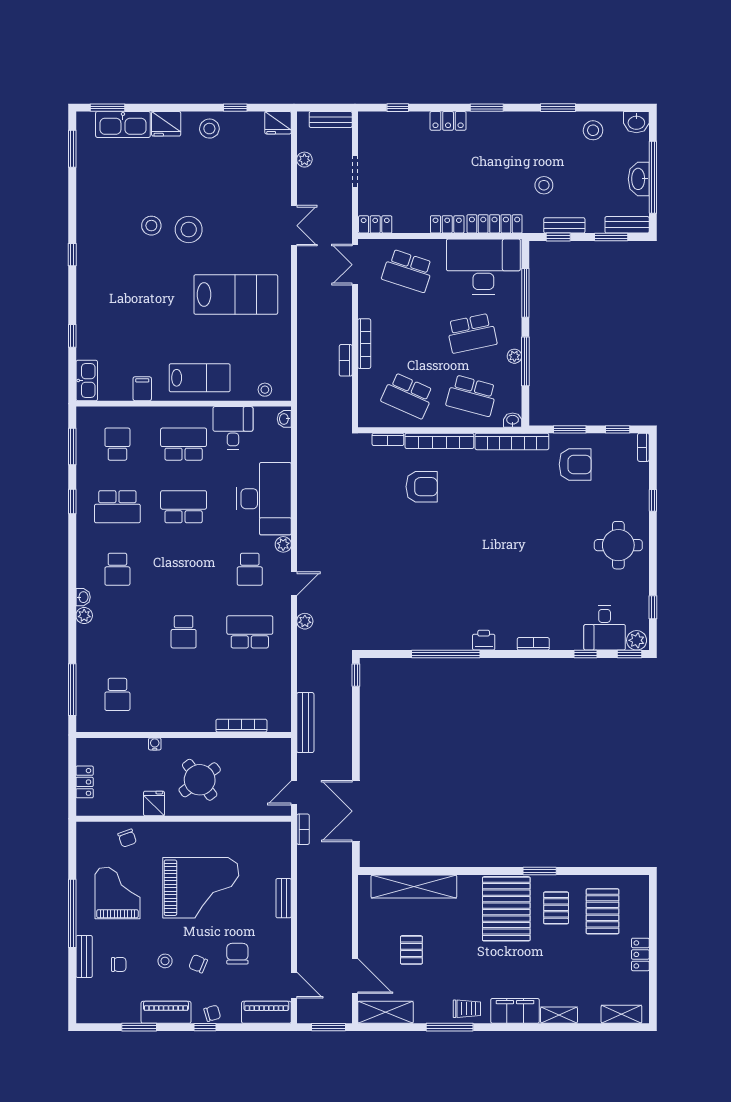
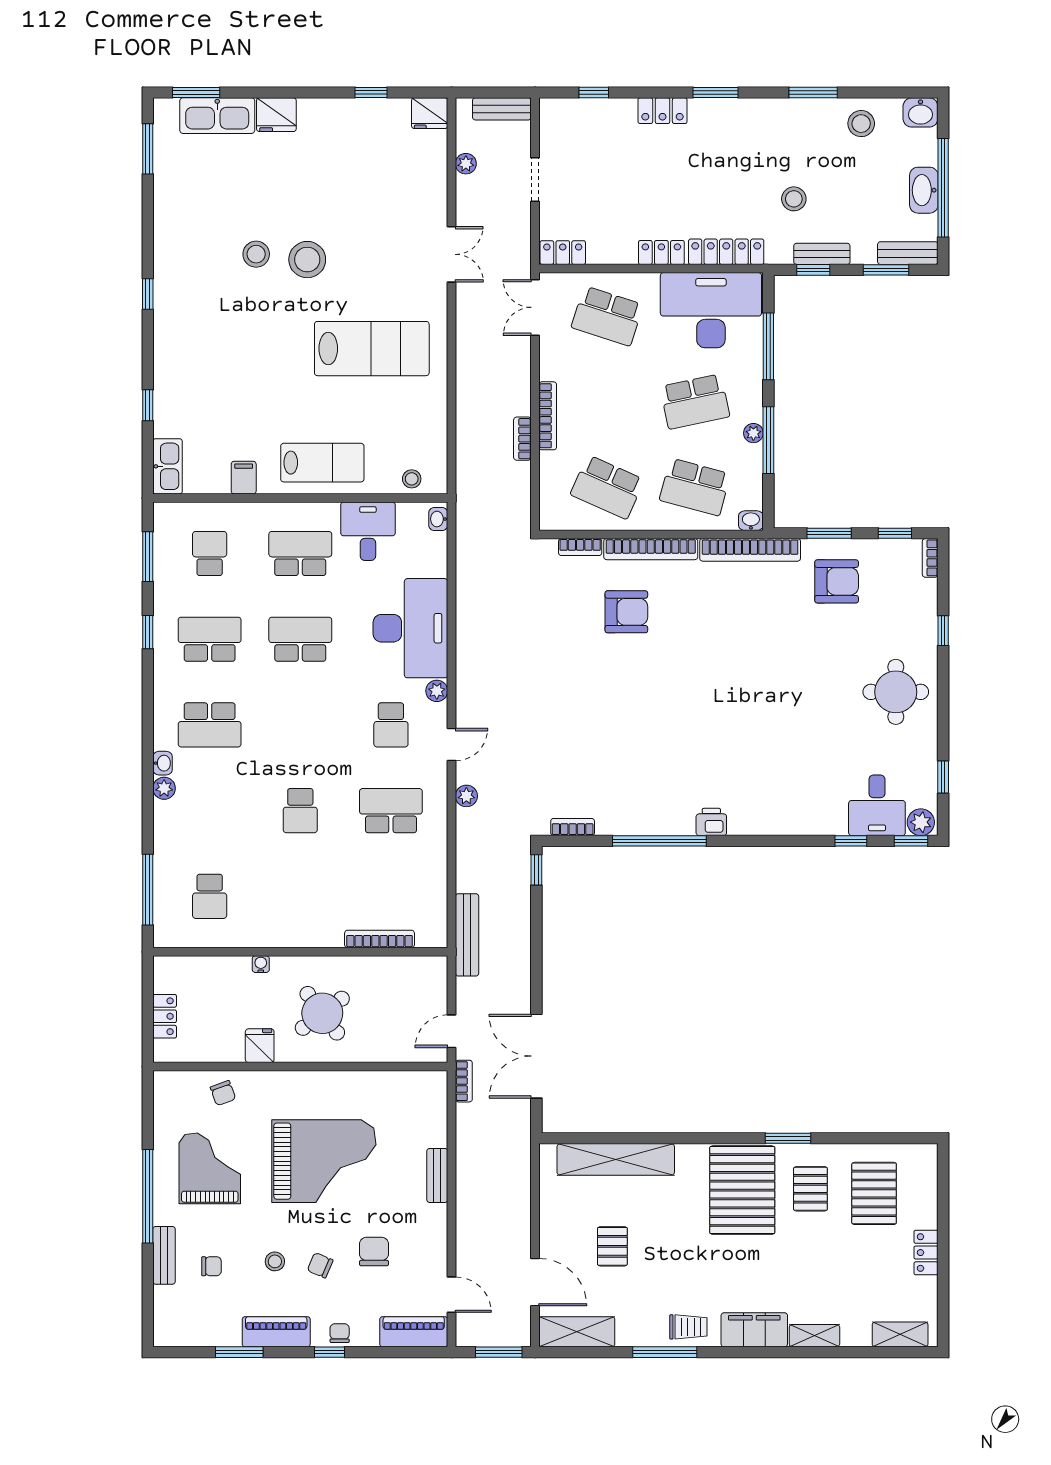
stool: (209, 129) -> (336, 121), removed
school desk: (117, 507) -> (210, 639), turned 180
school desk: (117, 569) -> (210, 725), width x1.85
bookcase: (533, 644) -> (573, 827), moved
chair: (212, 1013) -> (340, 1333), turned -74

